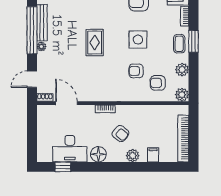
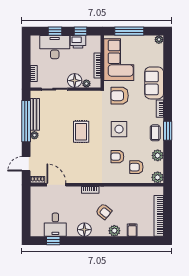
desk: (70, 149) -> (55, 225), width x0.73

